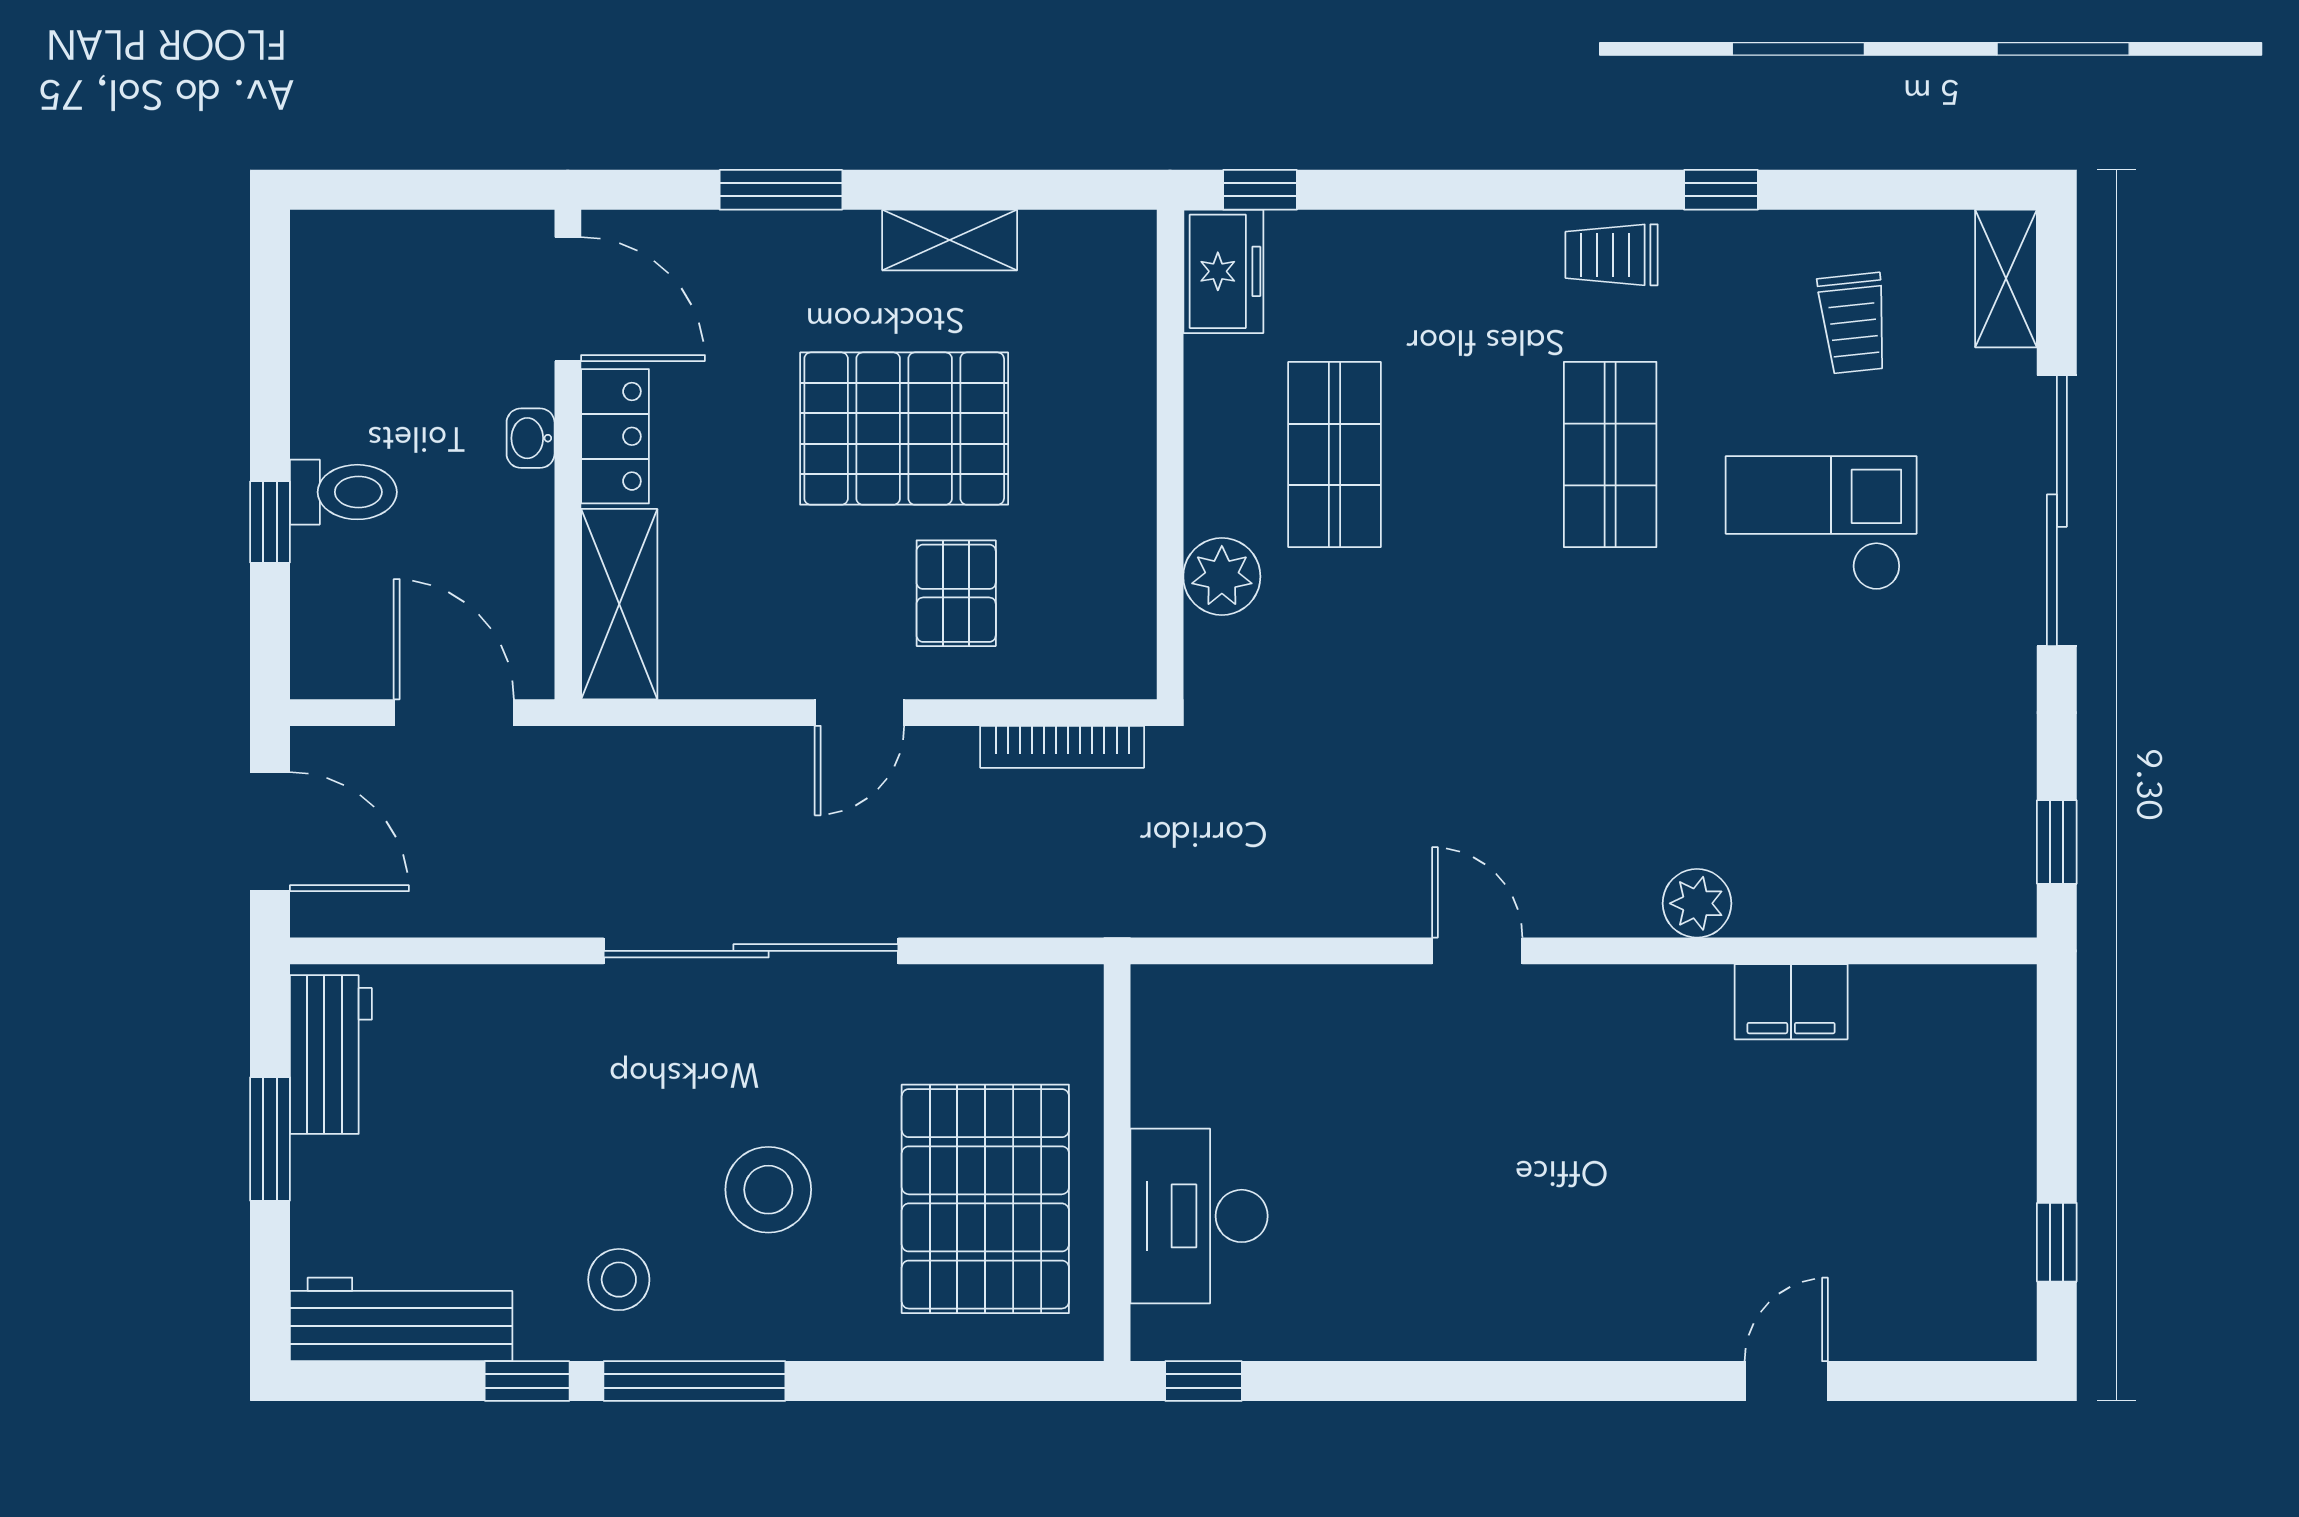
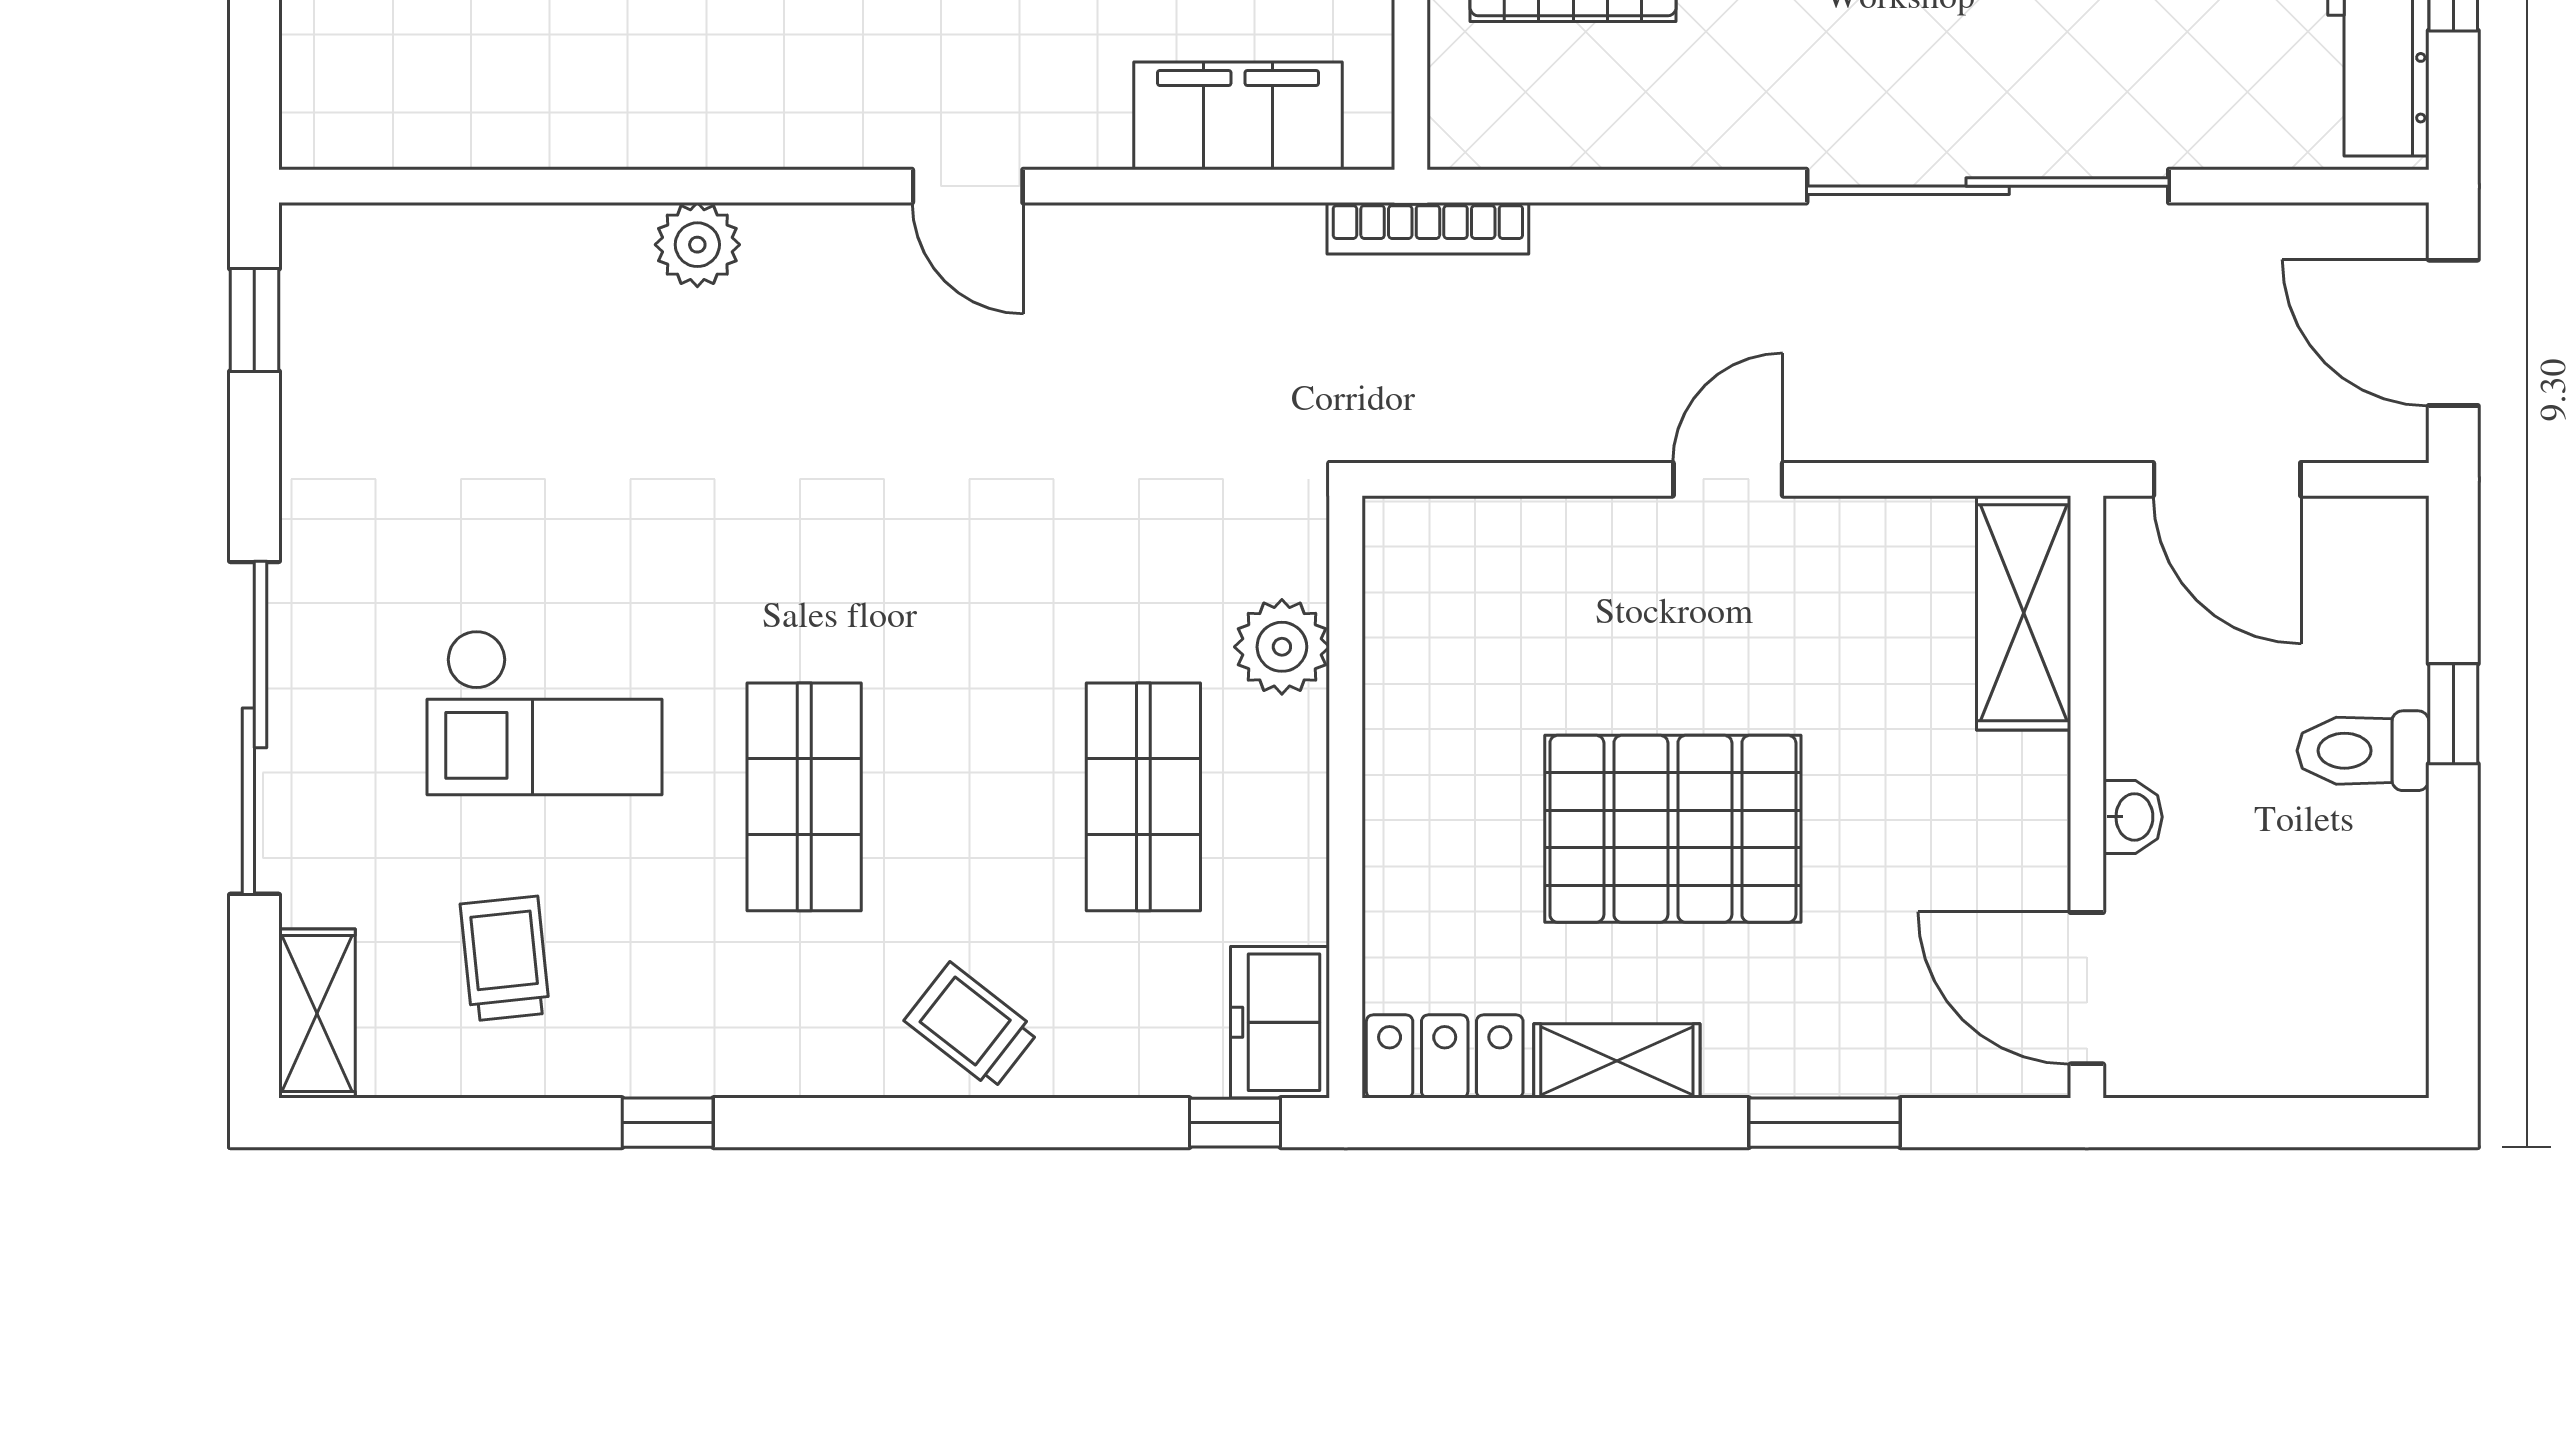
trolley: (1612, 255) -> (971, 1026), moved, turned -142
locker: (615, 436) -> (1445, 1056), moved, turned 90
pallet: (956, 593) -> (1609, 626), removed
bookcase: (1062, 747) -> (1428, 228), moved, turned 180
sliding door: (751, 951) -> (1988, 186), moved
filing cabinet: (1791, 1002) -> (1238, 116), moved, width x1.50, depth x1.17

